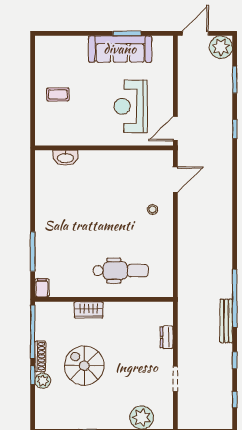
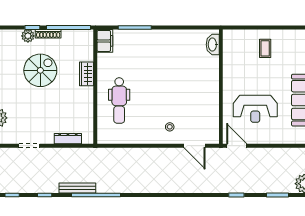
reception desk: (131, 106) -> (255, 109), turned 180
washbasin: (65, 158) -> (213, 45), moved
filing cabinet: (42, 288) -> (105, 41), width x2.00
dresser: (167, 337) -> (68, 139), width x1.44

